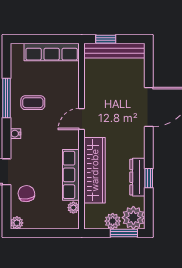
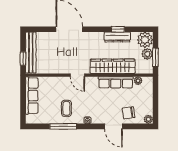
window: (124, 233) -> (155, 57), moved

